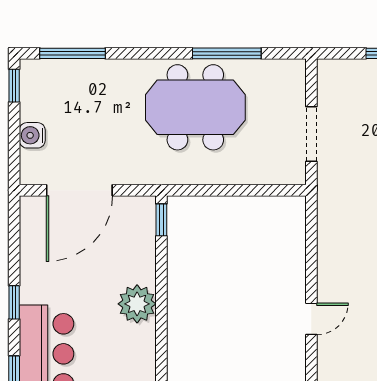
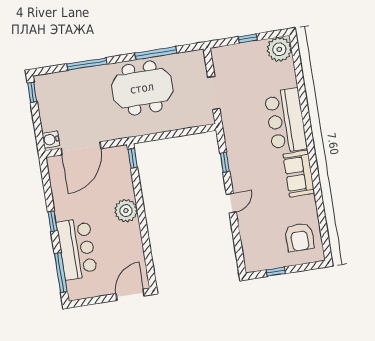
window: (72, 53) -> (87, 64), moved
water cooler: (32, 135) -> (51, 140), moved
window: (311, 250) -> (225, 162), added

